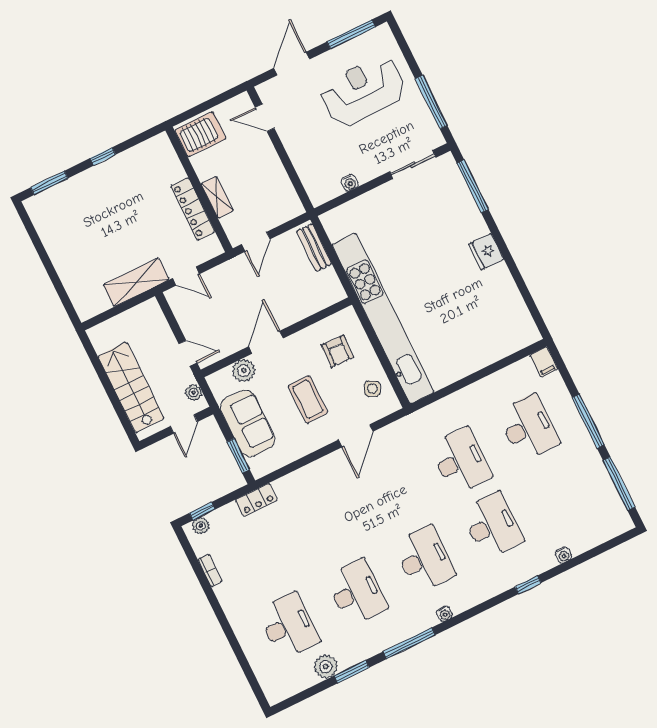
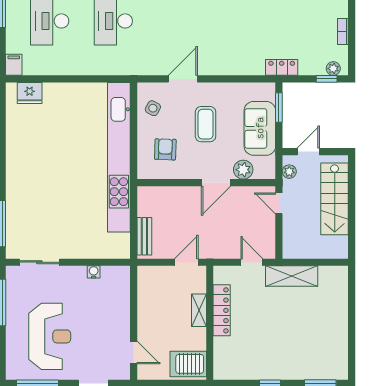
reception desk: (363, 91) -> (50, 336), turned -90
fridge: (486, 252) -> (30, 93), moved, turned 90

